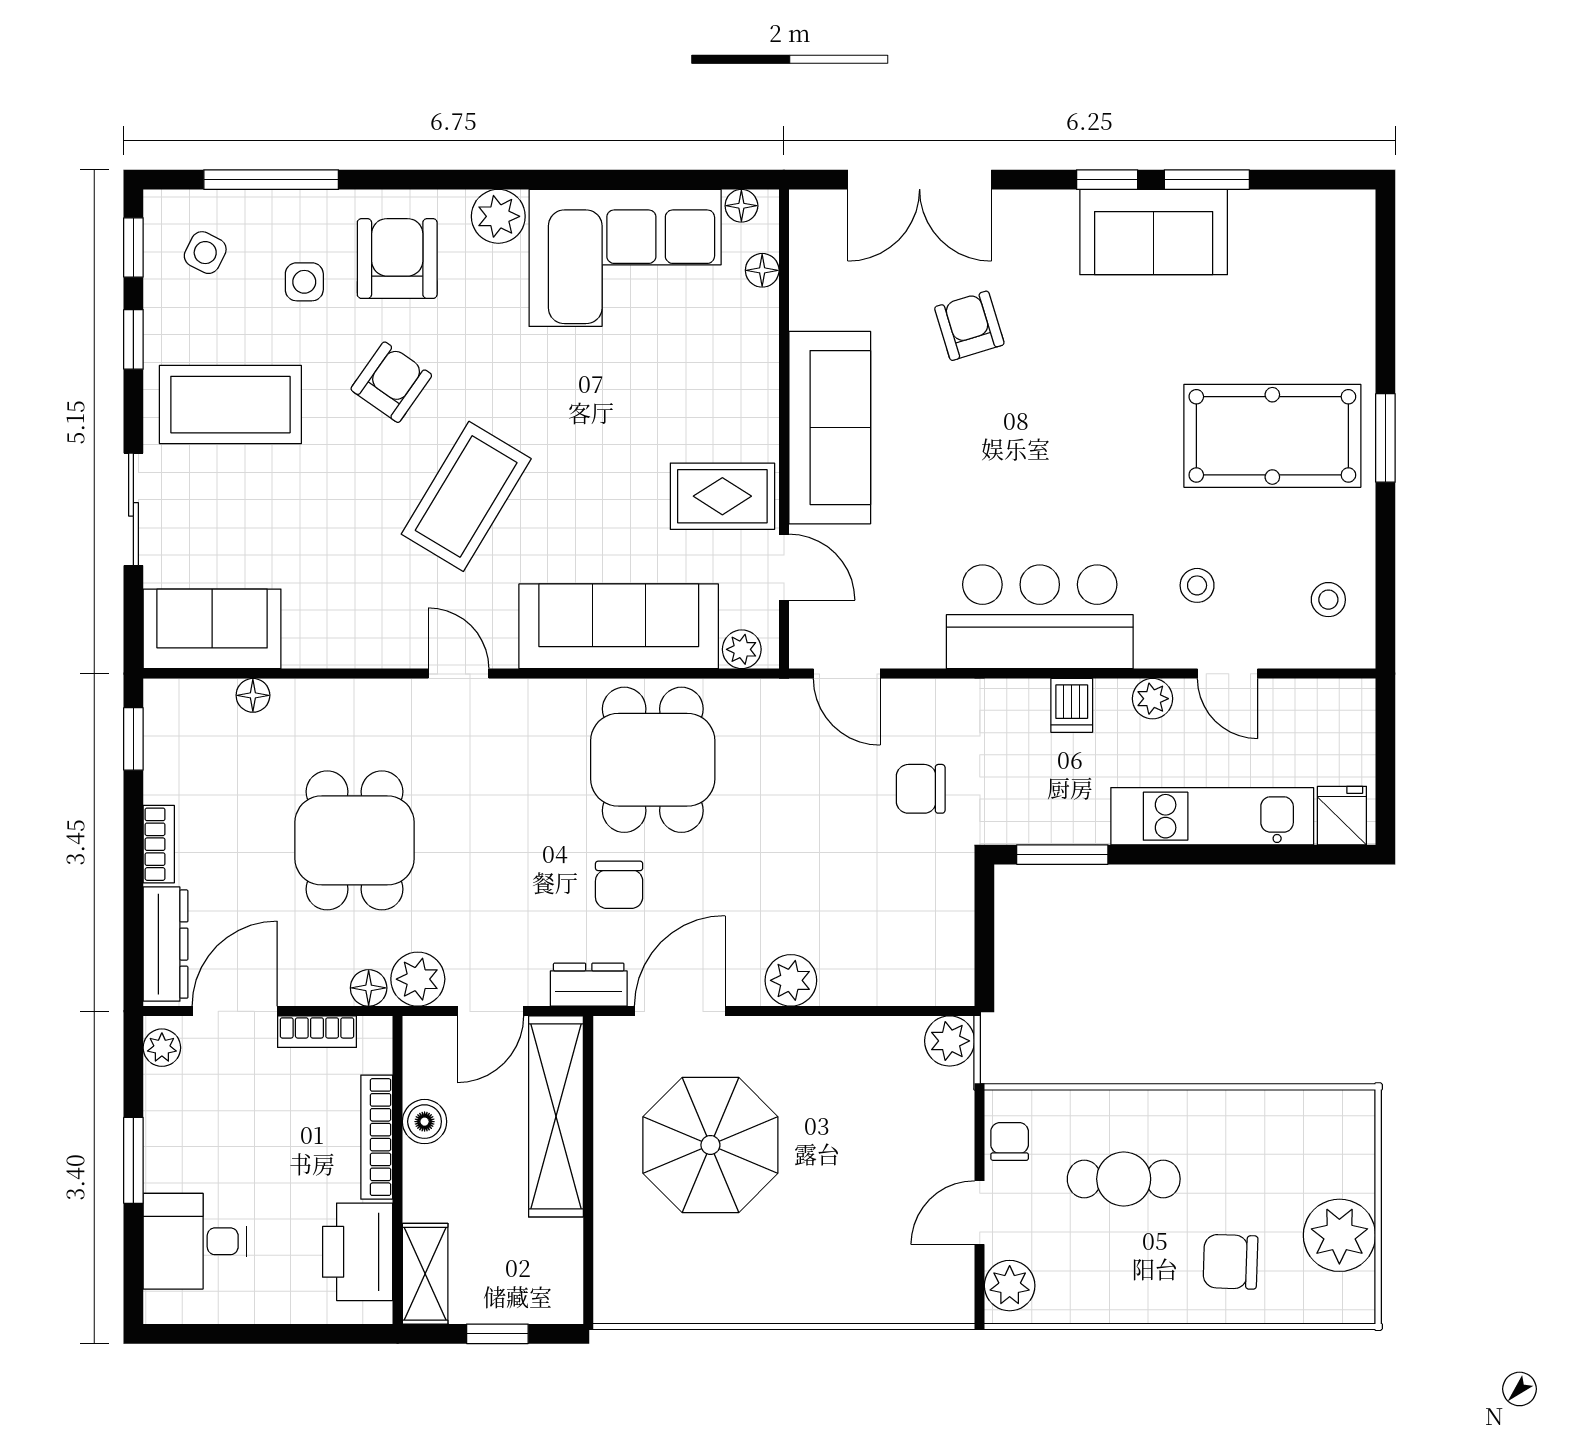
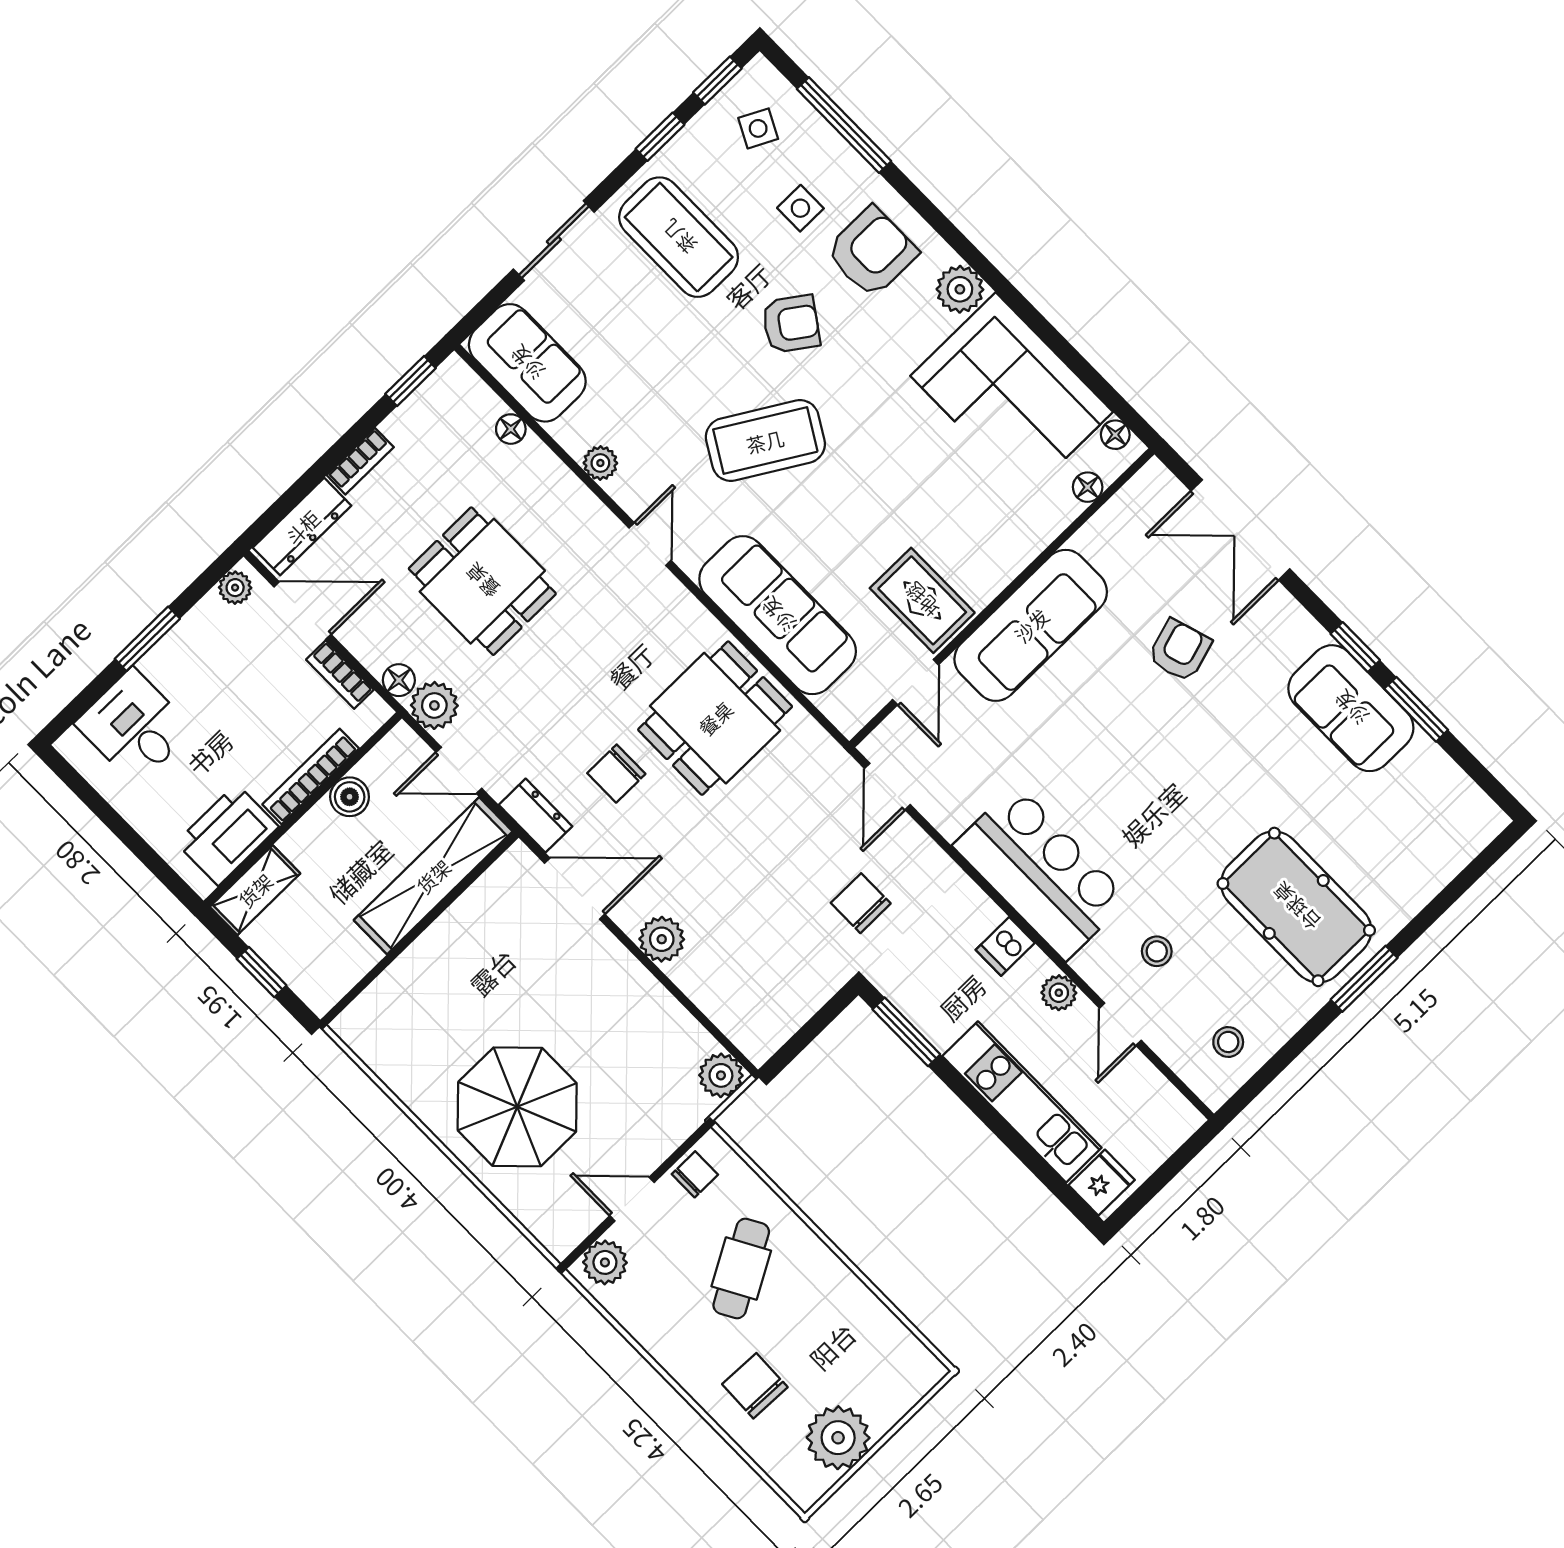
plant: (742, 649) -> (600, 463), moved
dining table: (354, 840) -> (482, 581), turned 90
parasol: (710, 1145) -> (517, 1107), moved
cafe table: (1124, 1179) -> (741, 1268), turned 61

